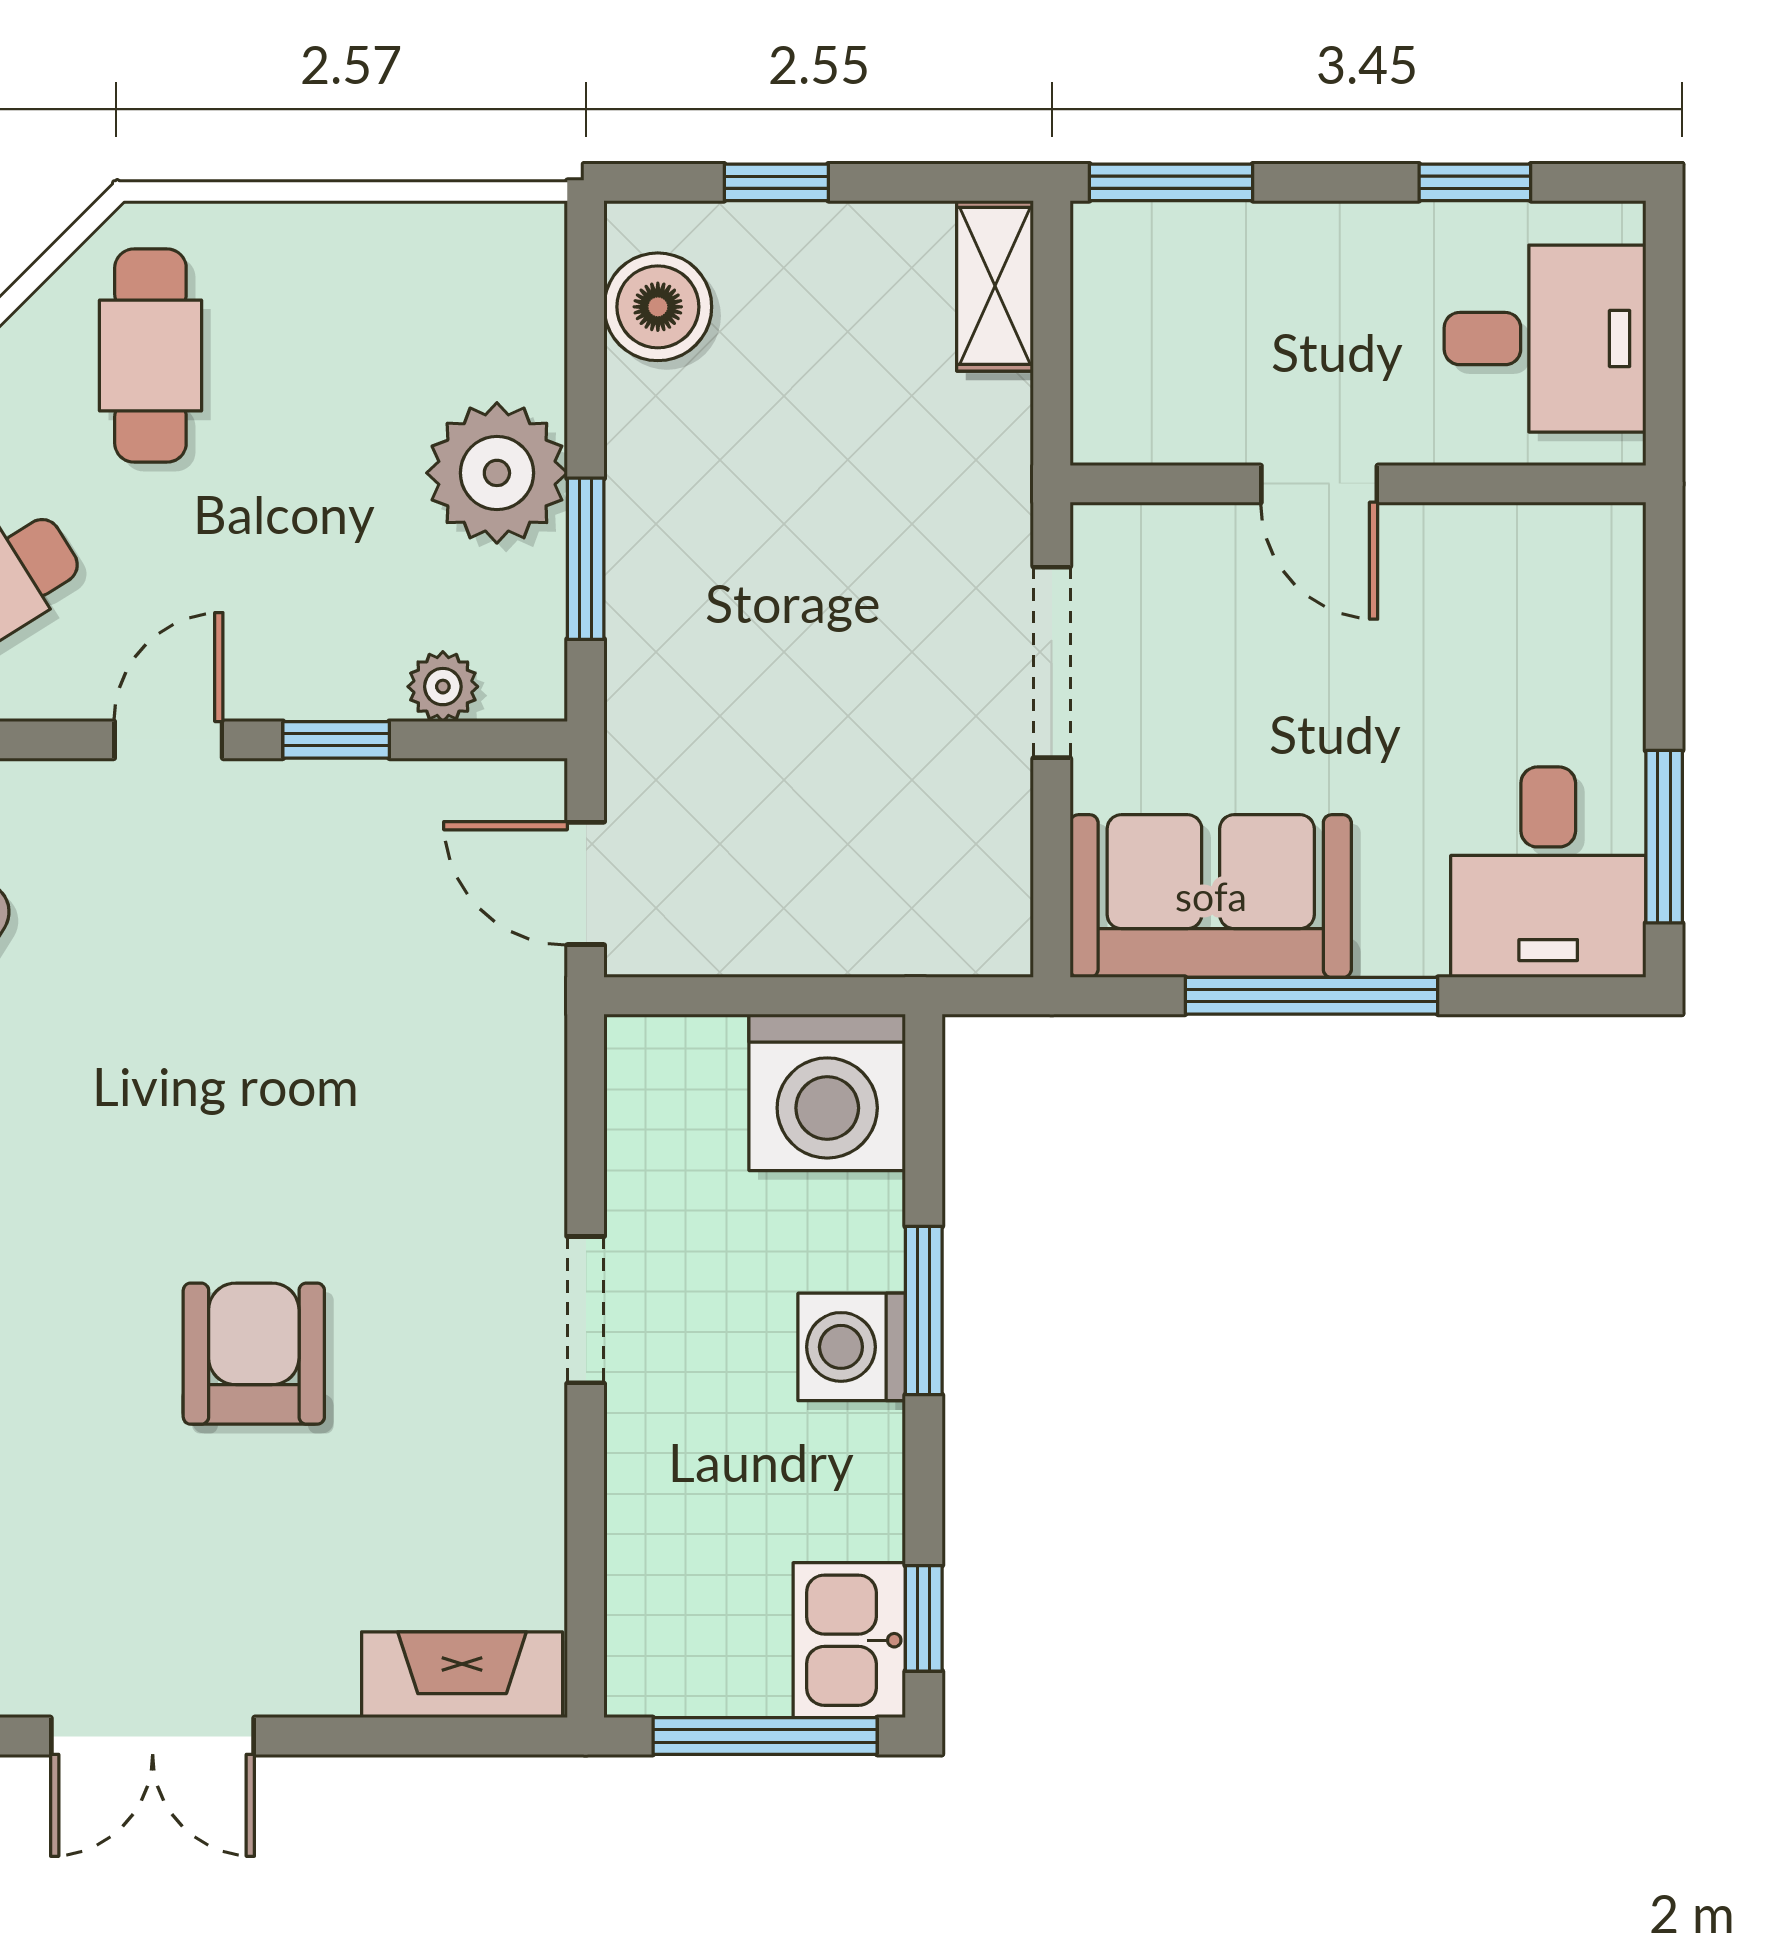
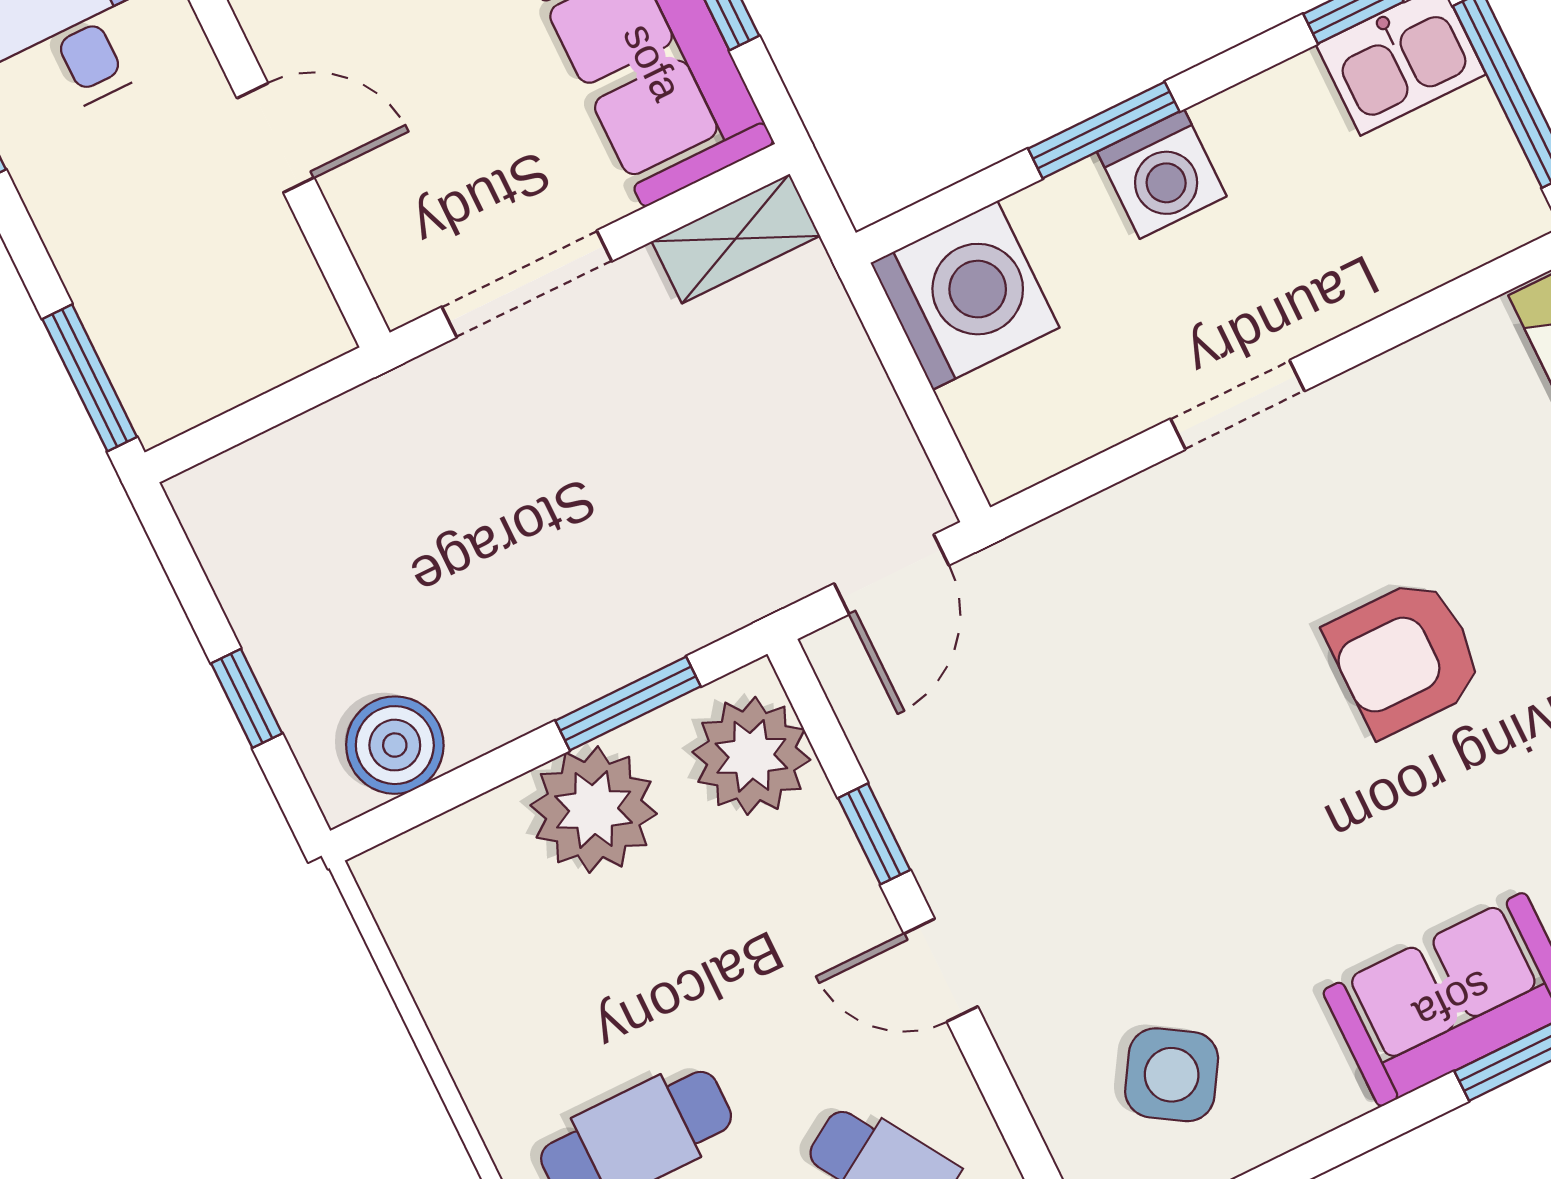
shelving: (995, 286) -> (736, 239), moved
door: (1319, 484) -> (276, 138), hinge flipped
plant: (443, 687) -> (751, 756), width x1.87, depth x1.87

